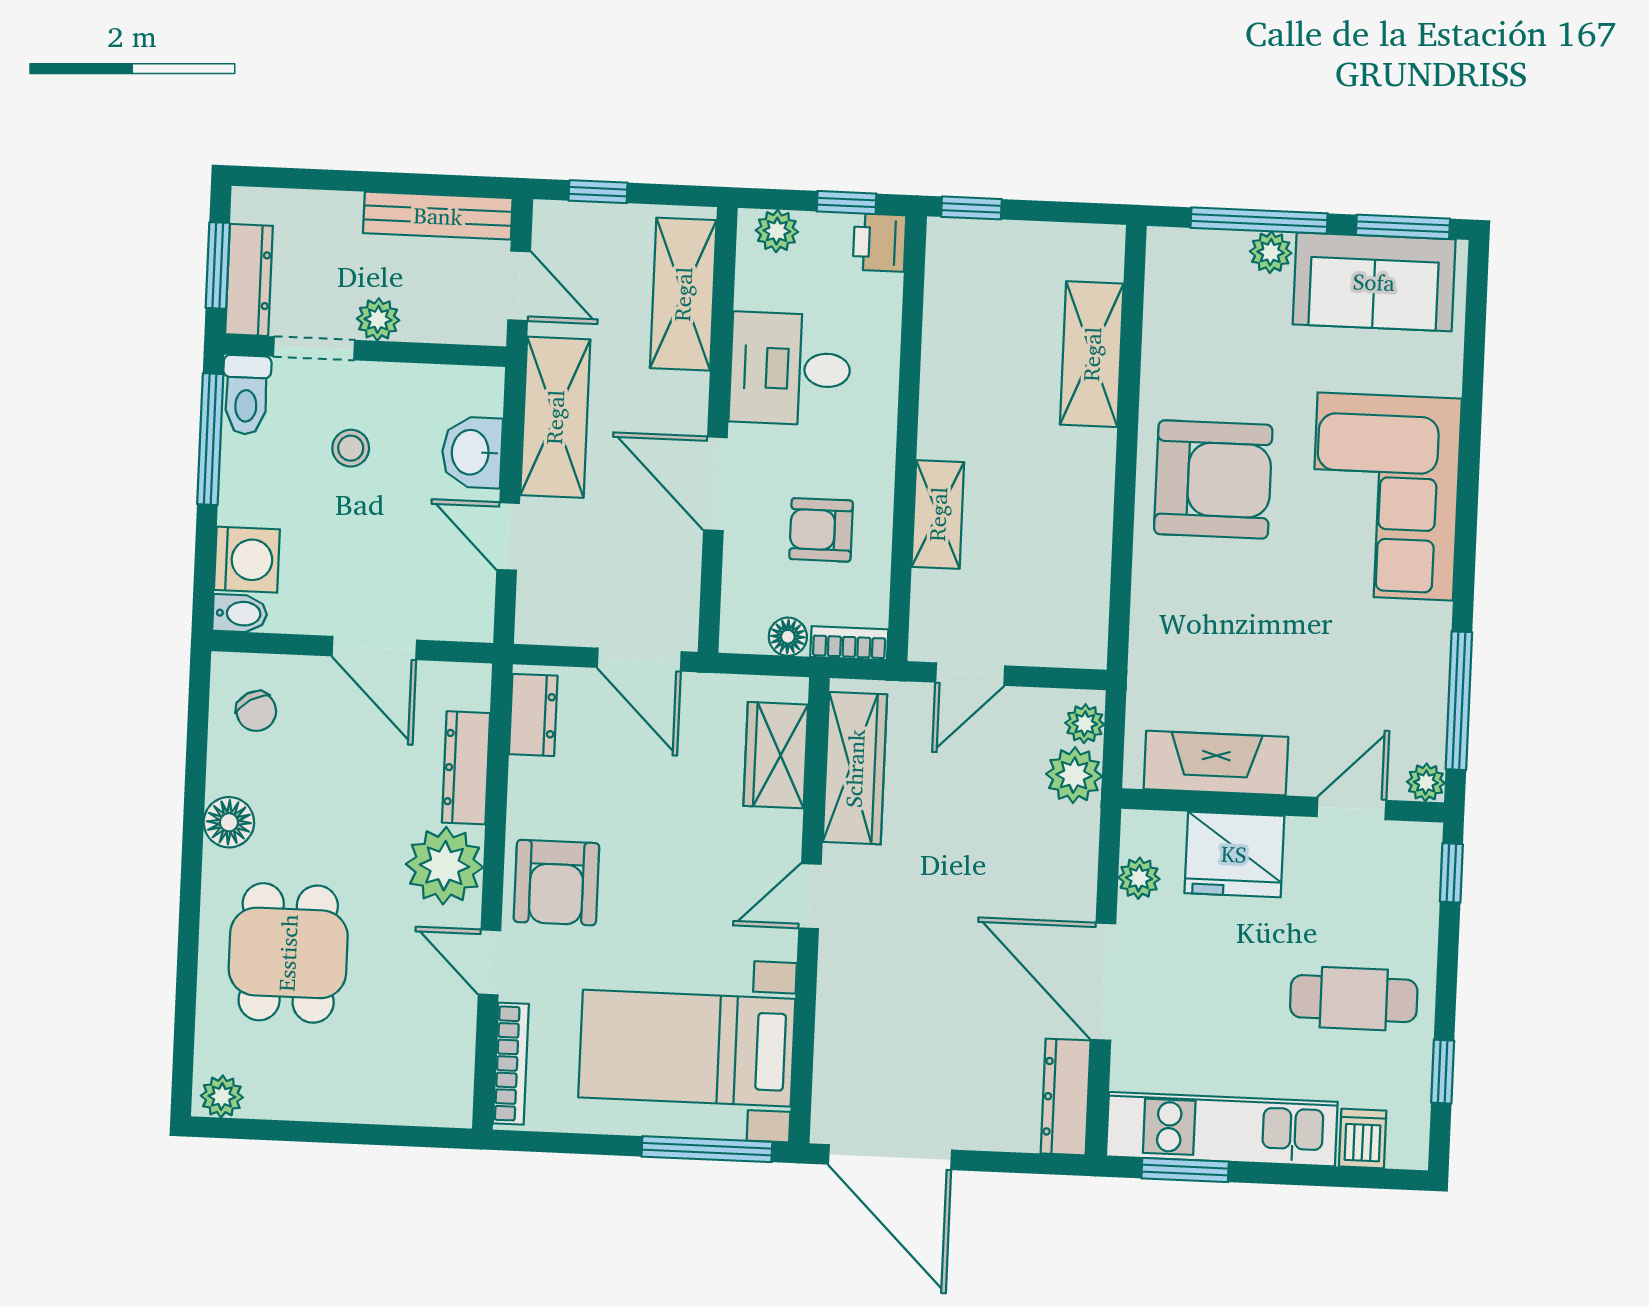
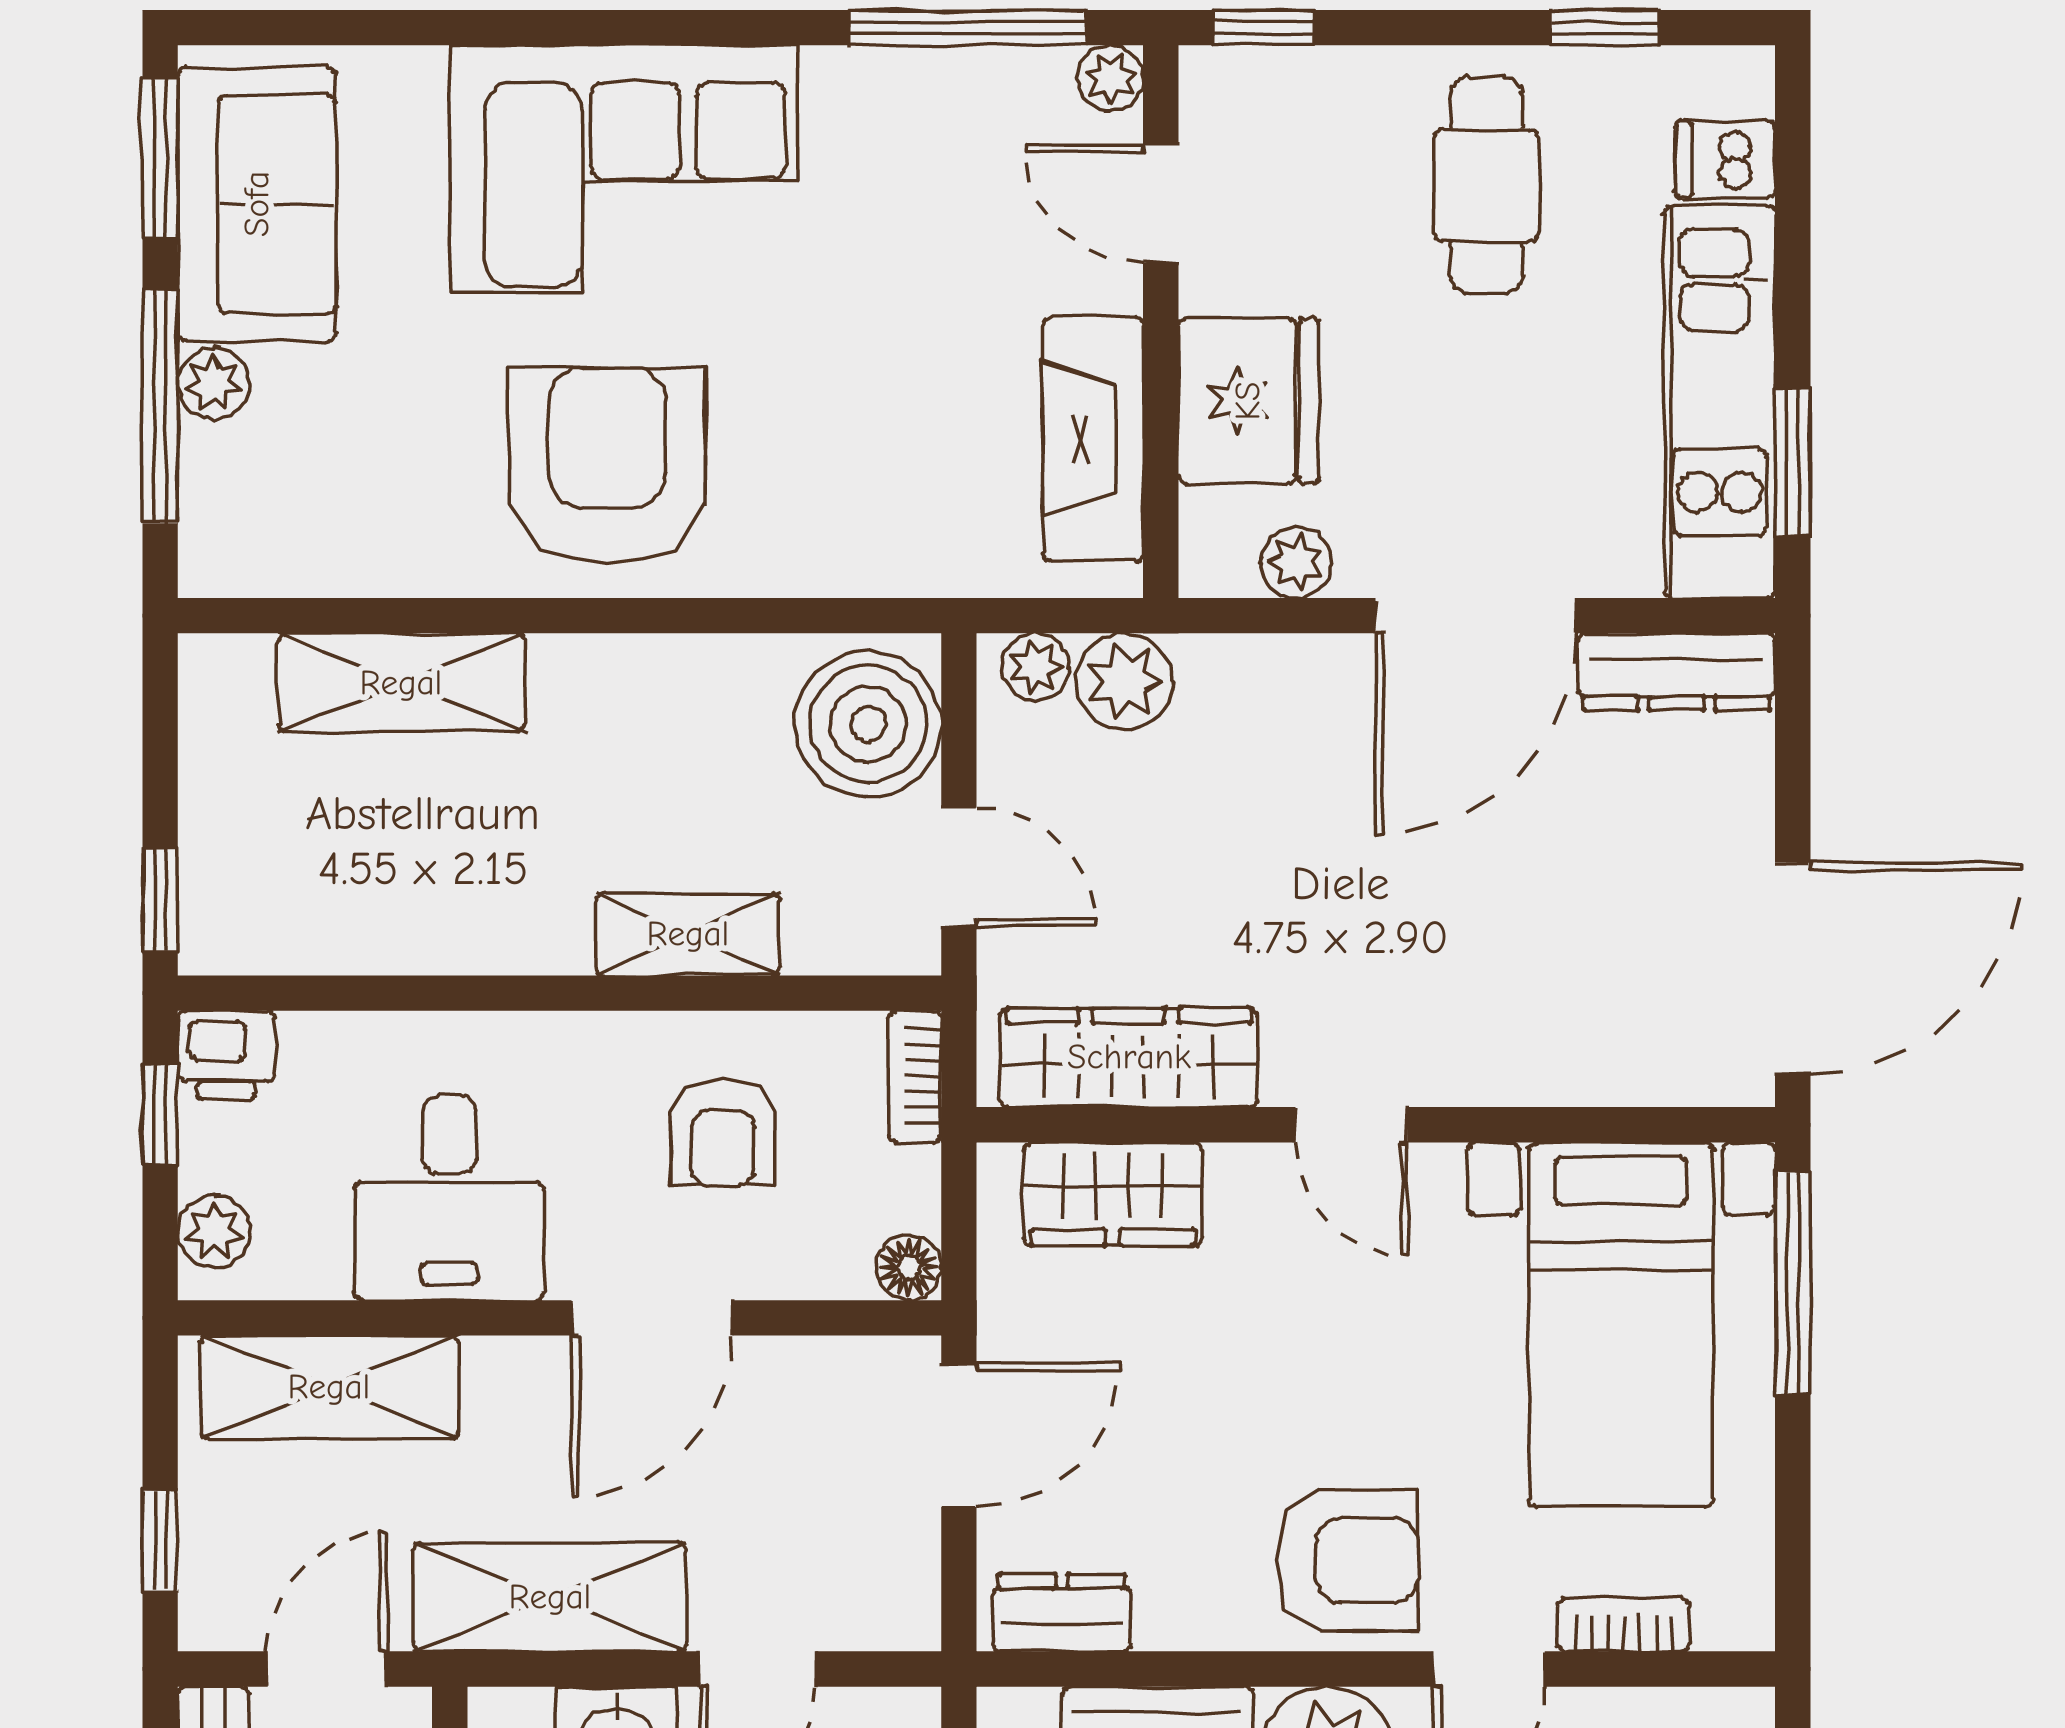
boiler: (1056, 625) -> (868, 724), added
floor lamp: (788, 637) -> (909, 1268), moved
bookcase: (511, 1064) -> (1623, 1625), width x0.64

